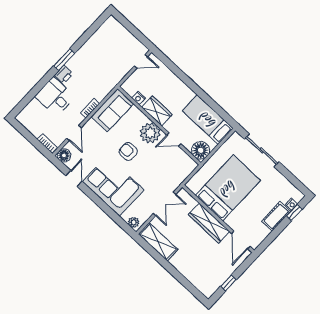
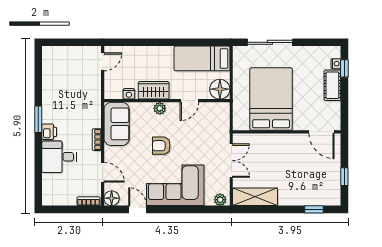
plant: (150, 133) -> (160, 108), width x0.53, depth x0.53
wardrobe: (209, 223) -> (283, 142), removed
window: (189, 286) -> (314, 209), added

